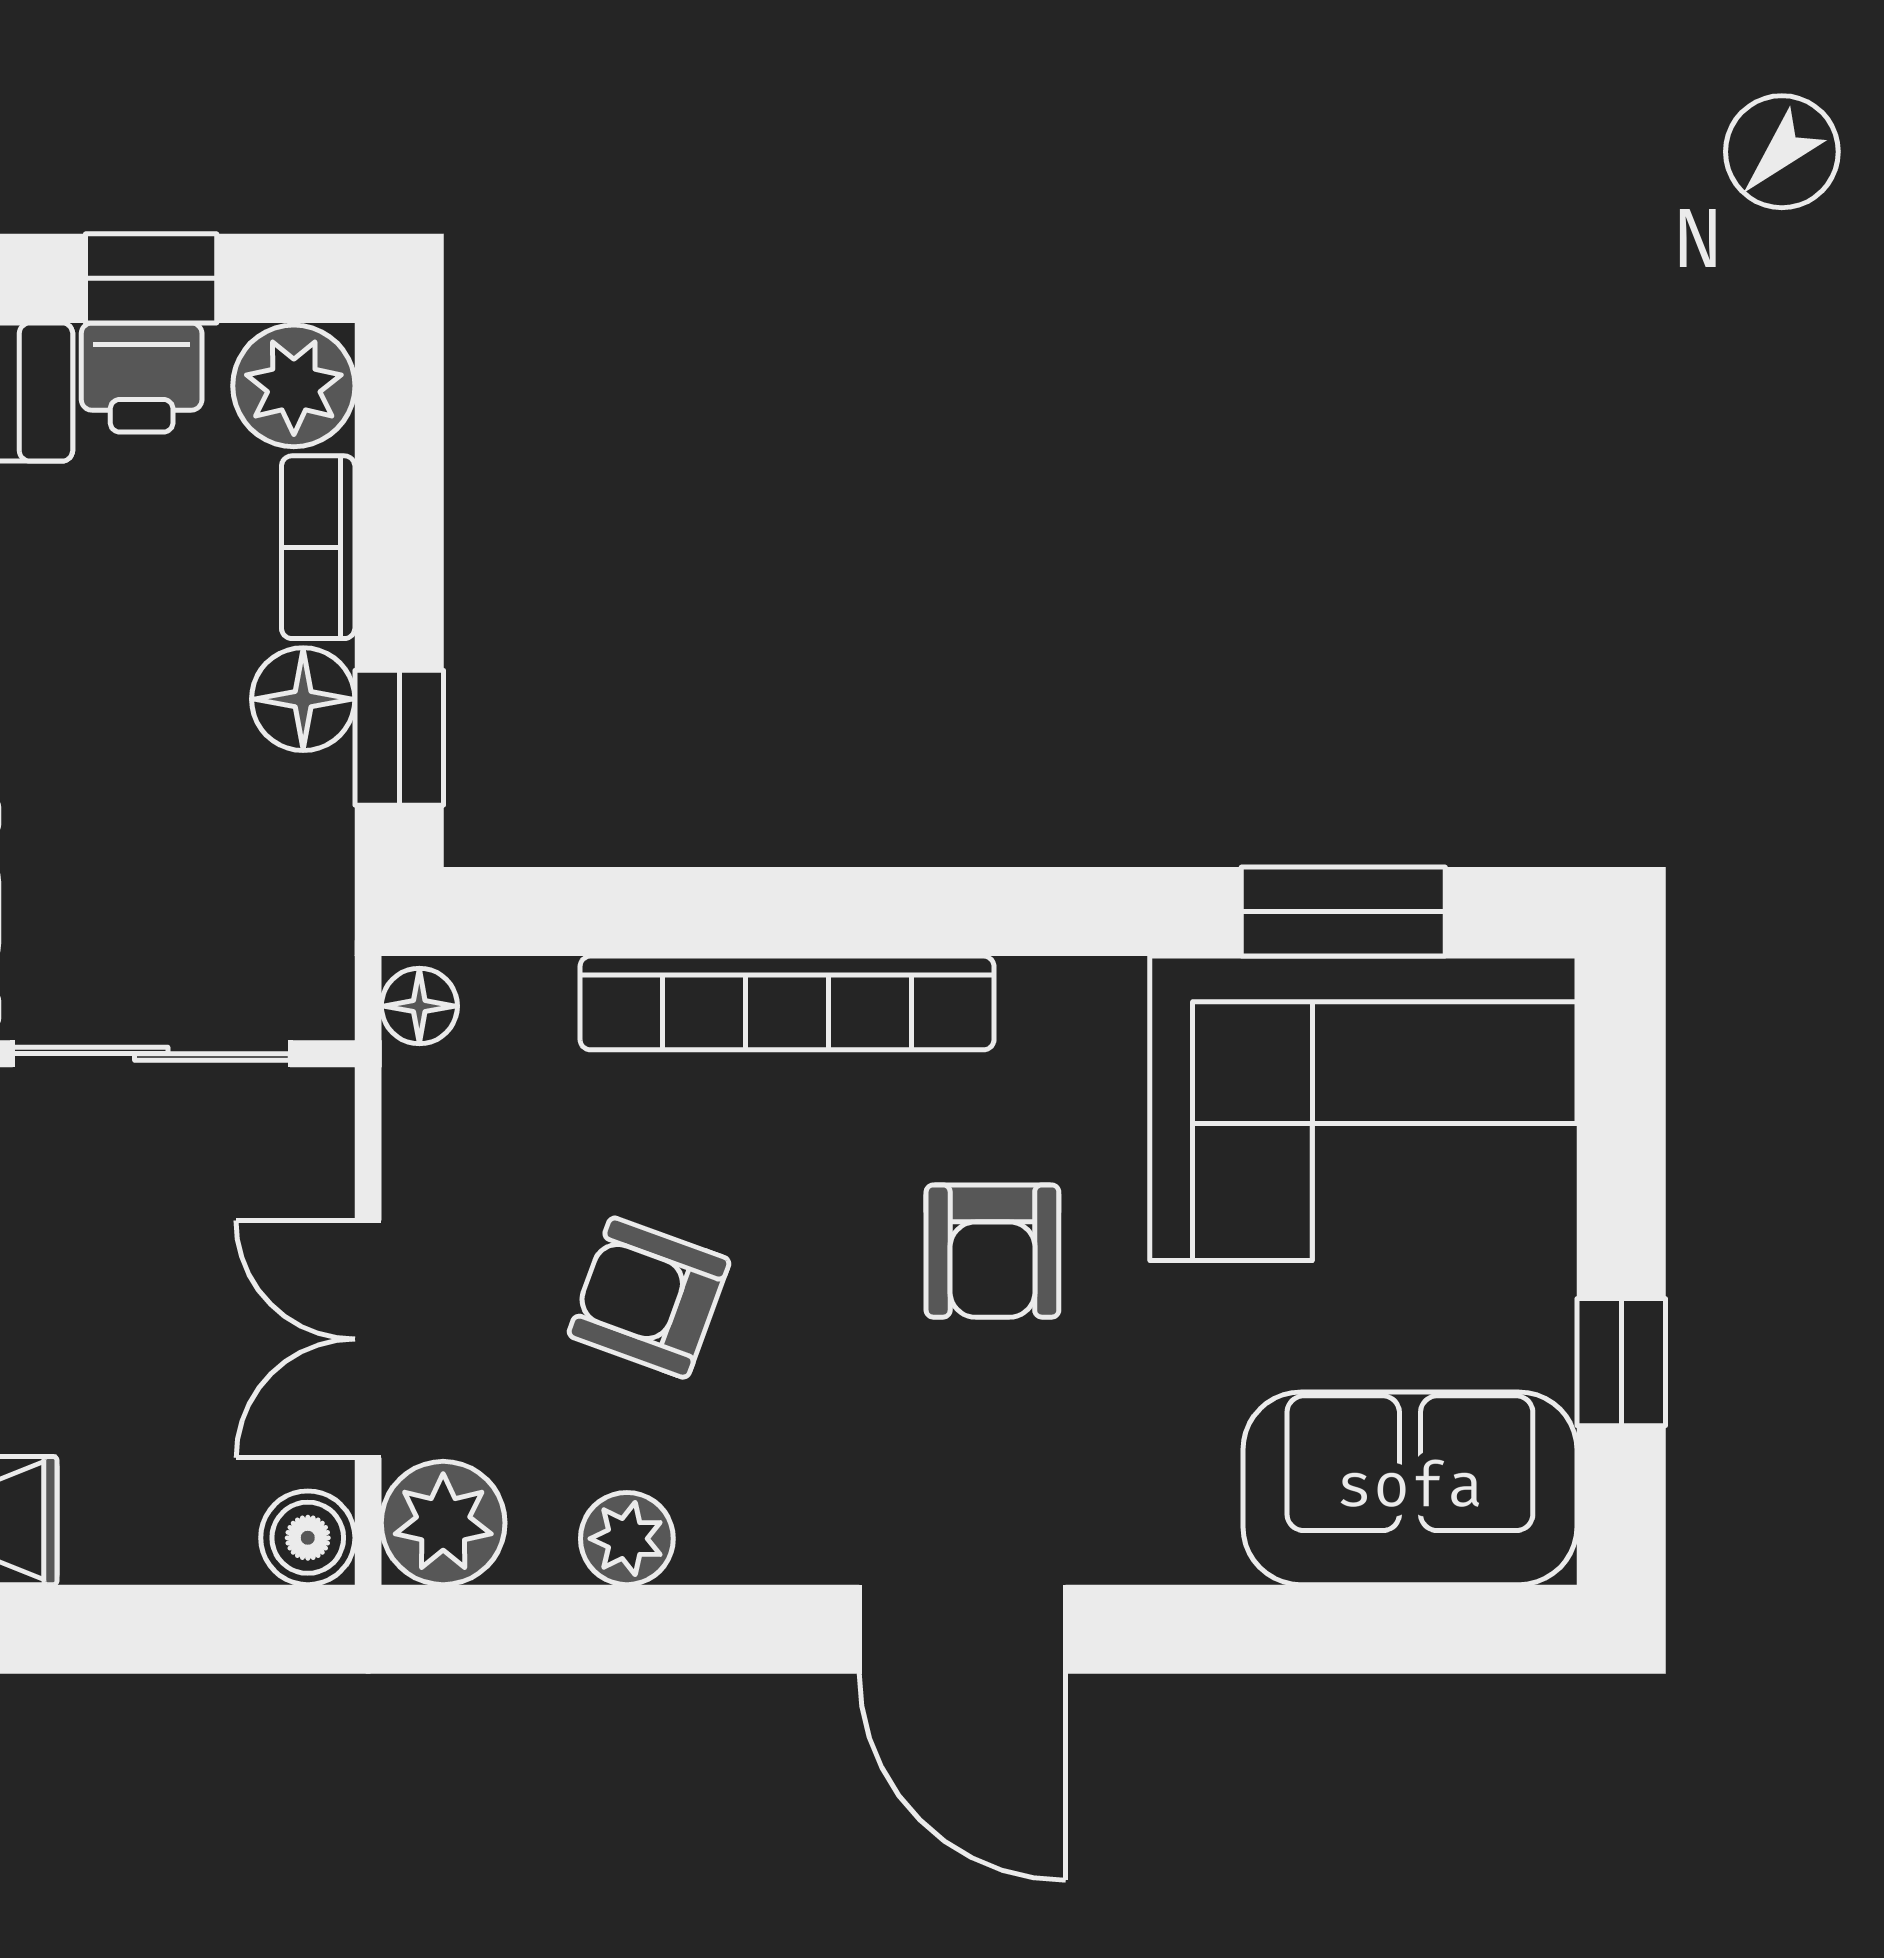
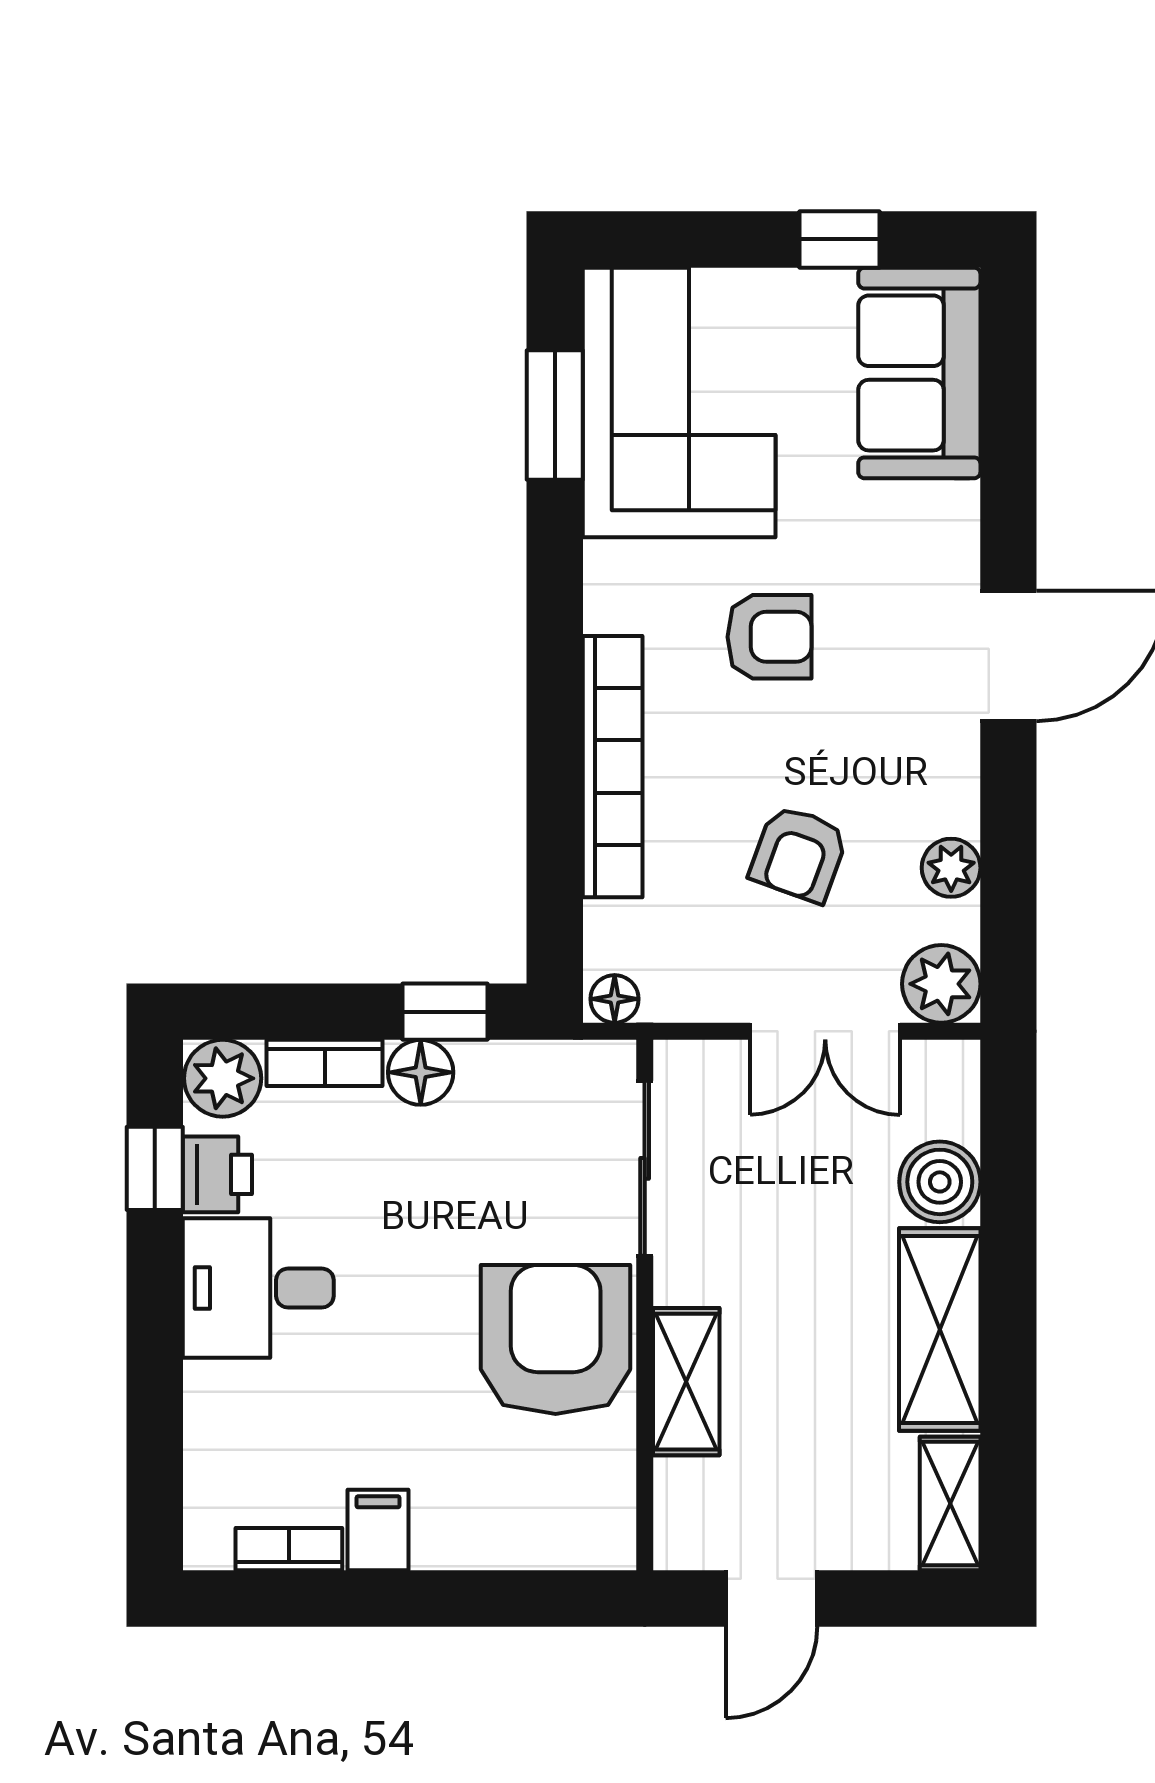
boiler: (308, 1538) -> (940, 1182), moved, width x1.36, depth x1.36

